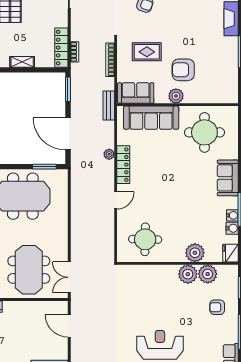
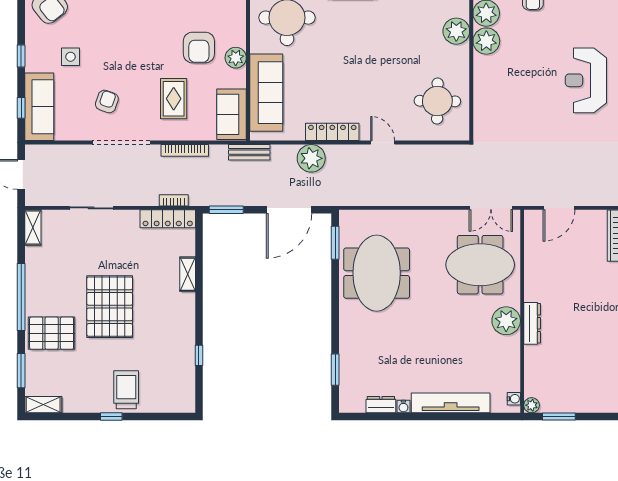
plant: (109, 154) -> (311, 158), width x1.88, depth x1.88

